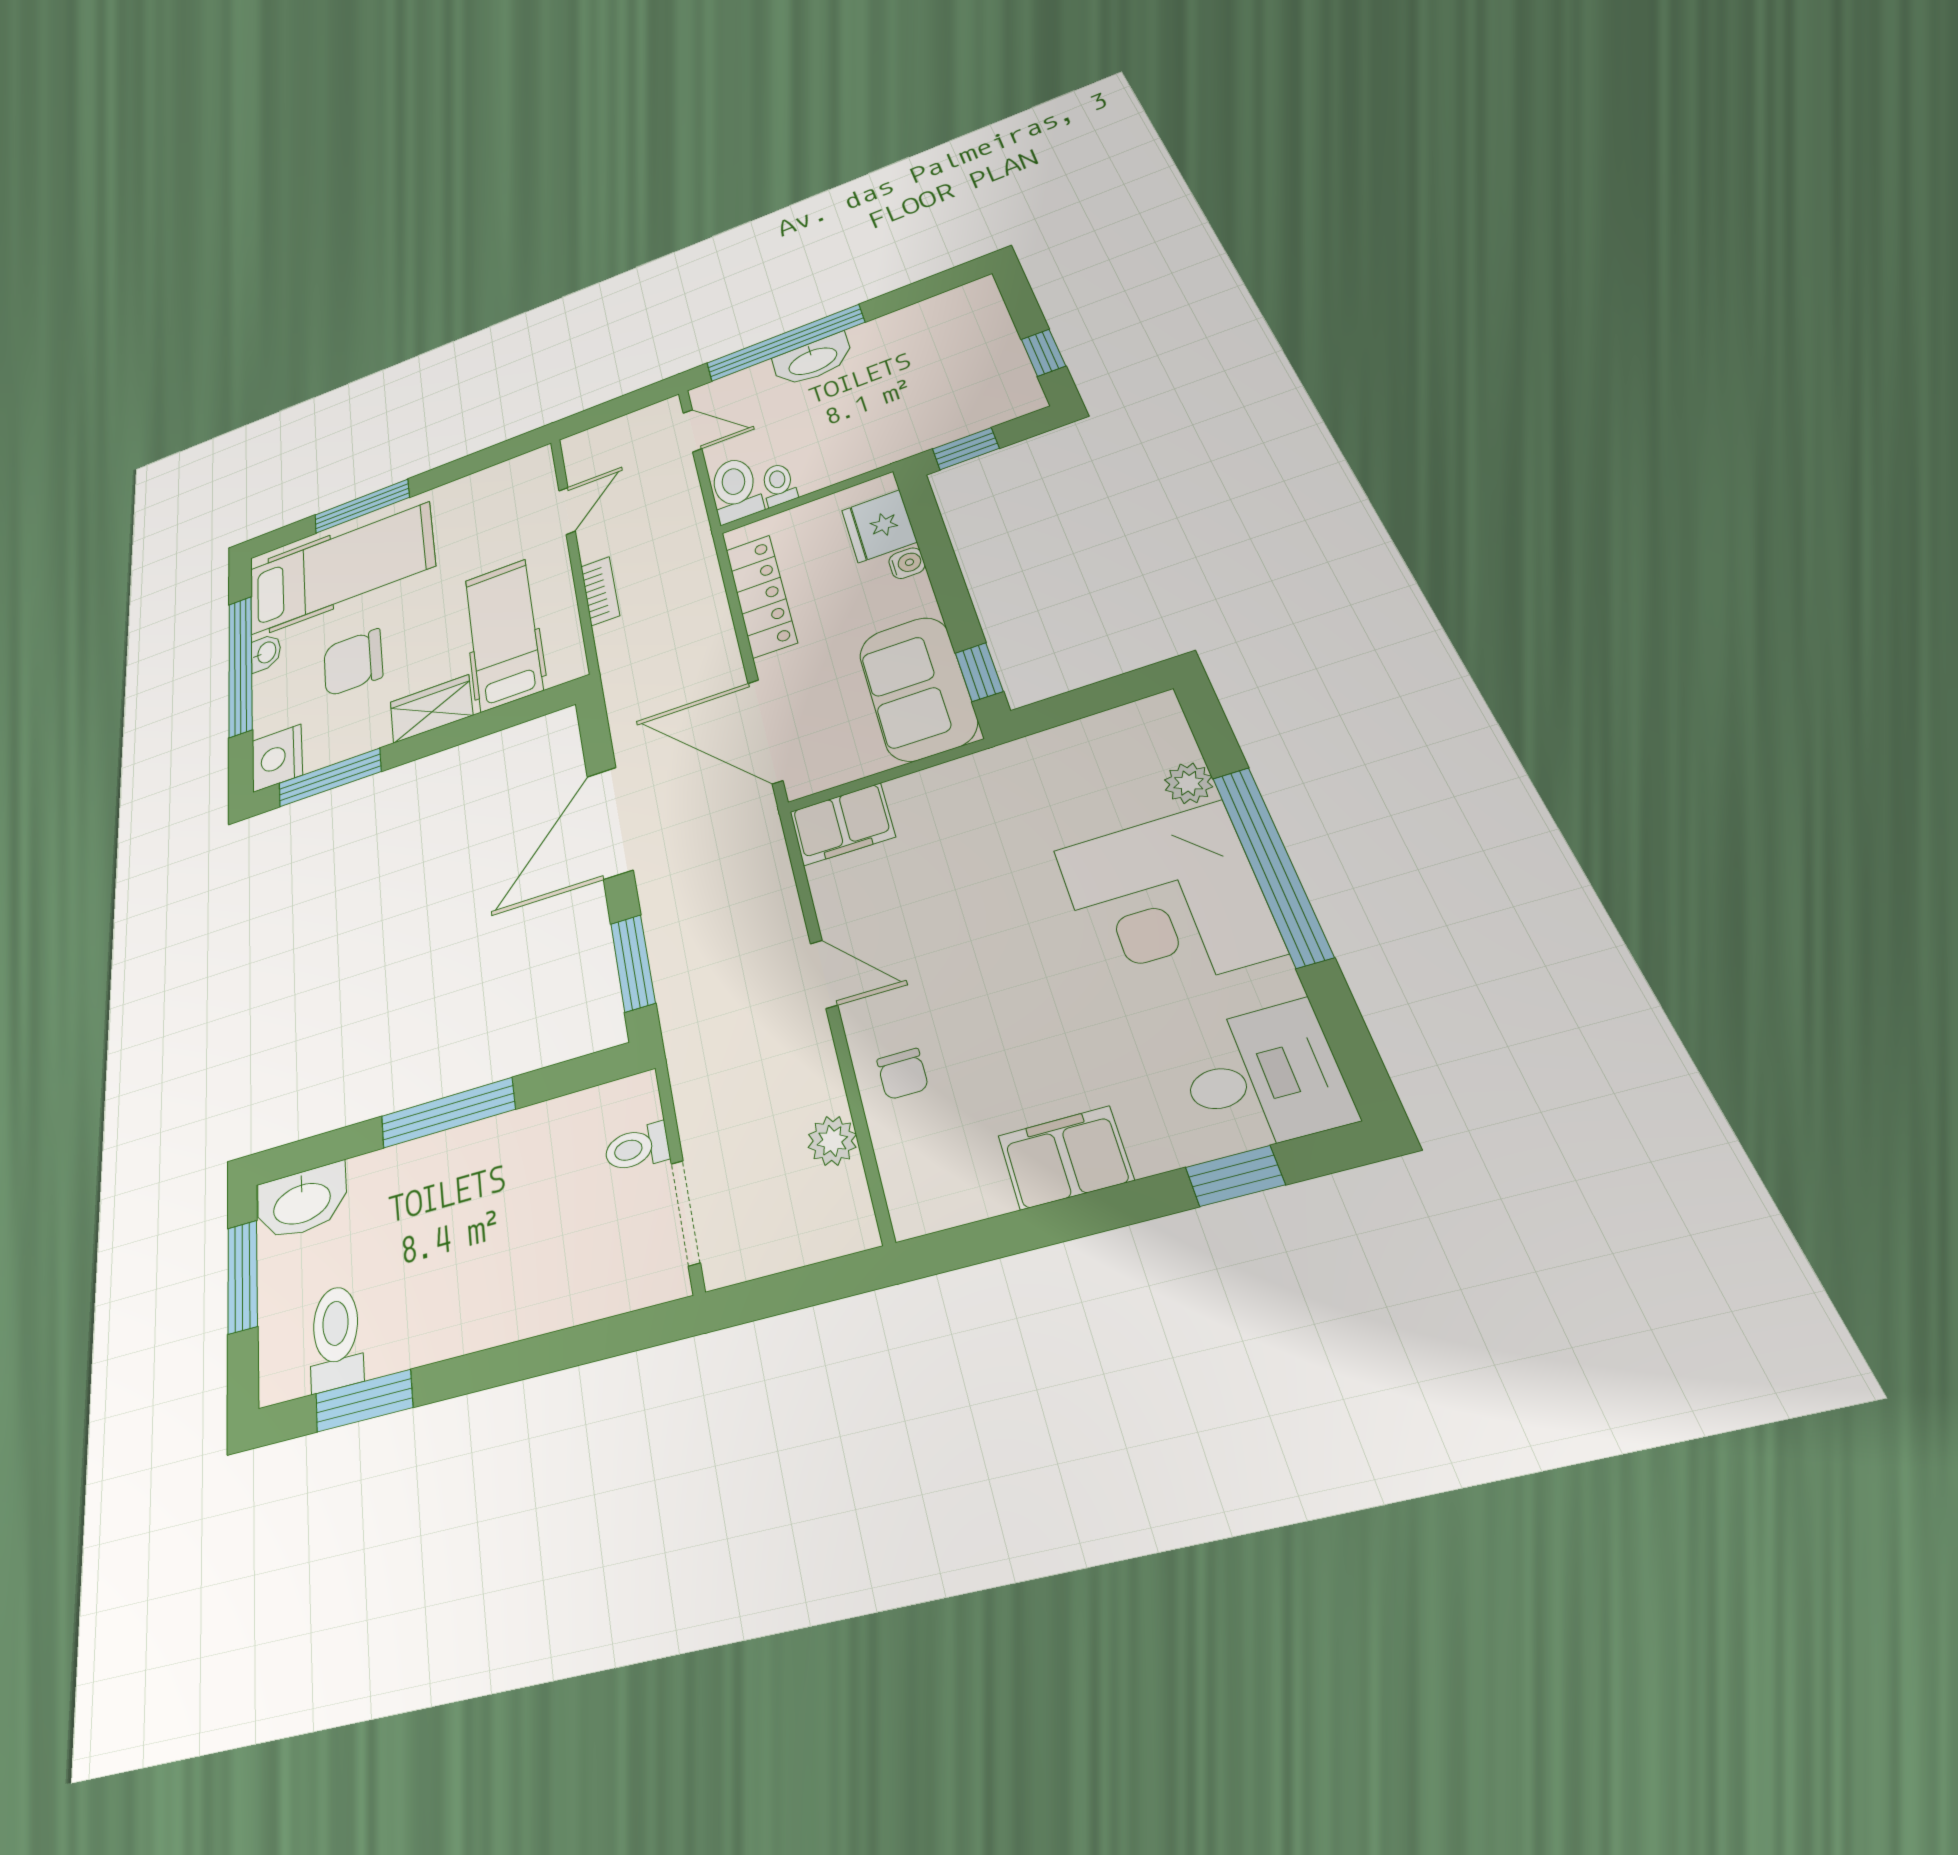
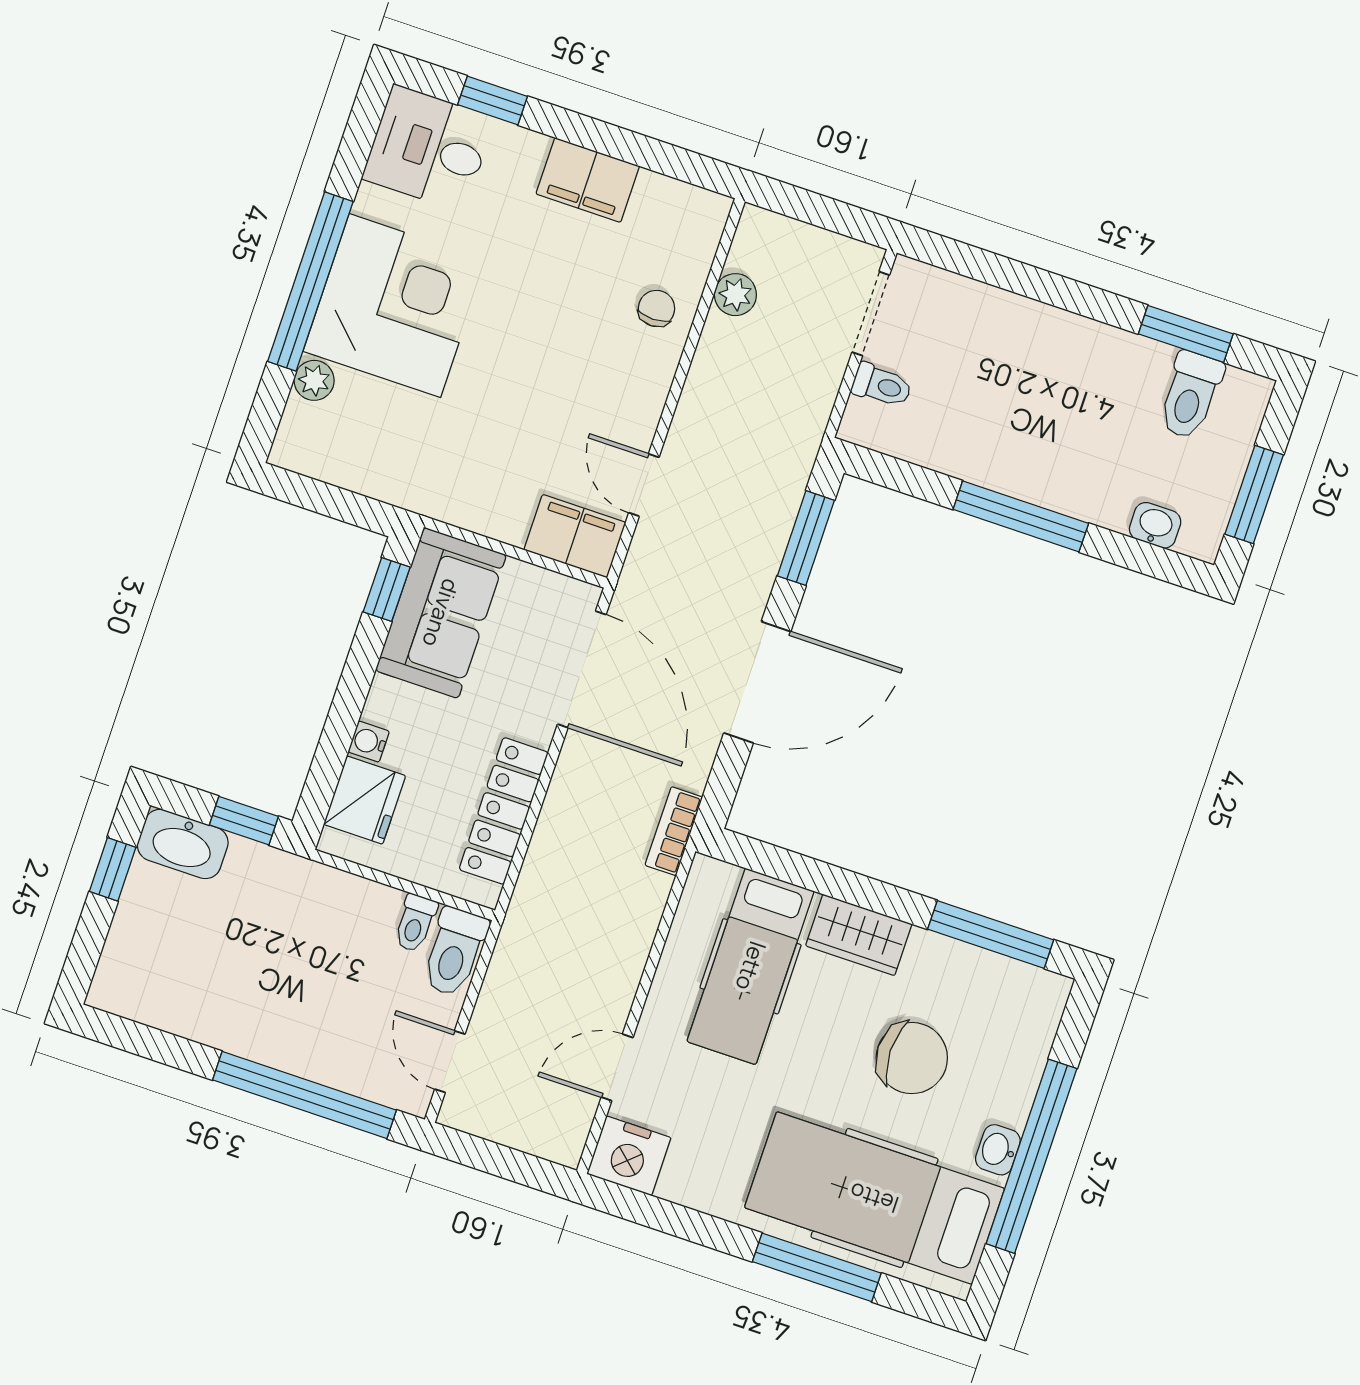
washbasin: (813, 360) -> (183, 844), moved, turned 180
bookcase: (600, 591) -> (674, 831), moved
nightstand: (277, 758) -> (629, 1156), moved, turned 90
door: (824, 974) -> (644, 485), moved
washbasin: (302, 1202) -> (1155, 525), width x0.52, depth x0.69

